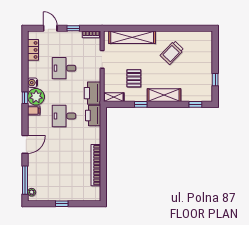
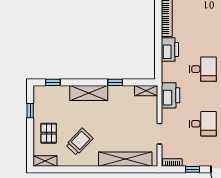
shelving: (202, 36) -> (45, 161), added
pallet: (134, 78) -> (49, 133), moved
printer: (93, 116) -> (170, 50), moved

